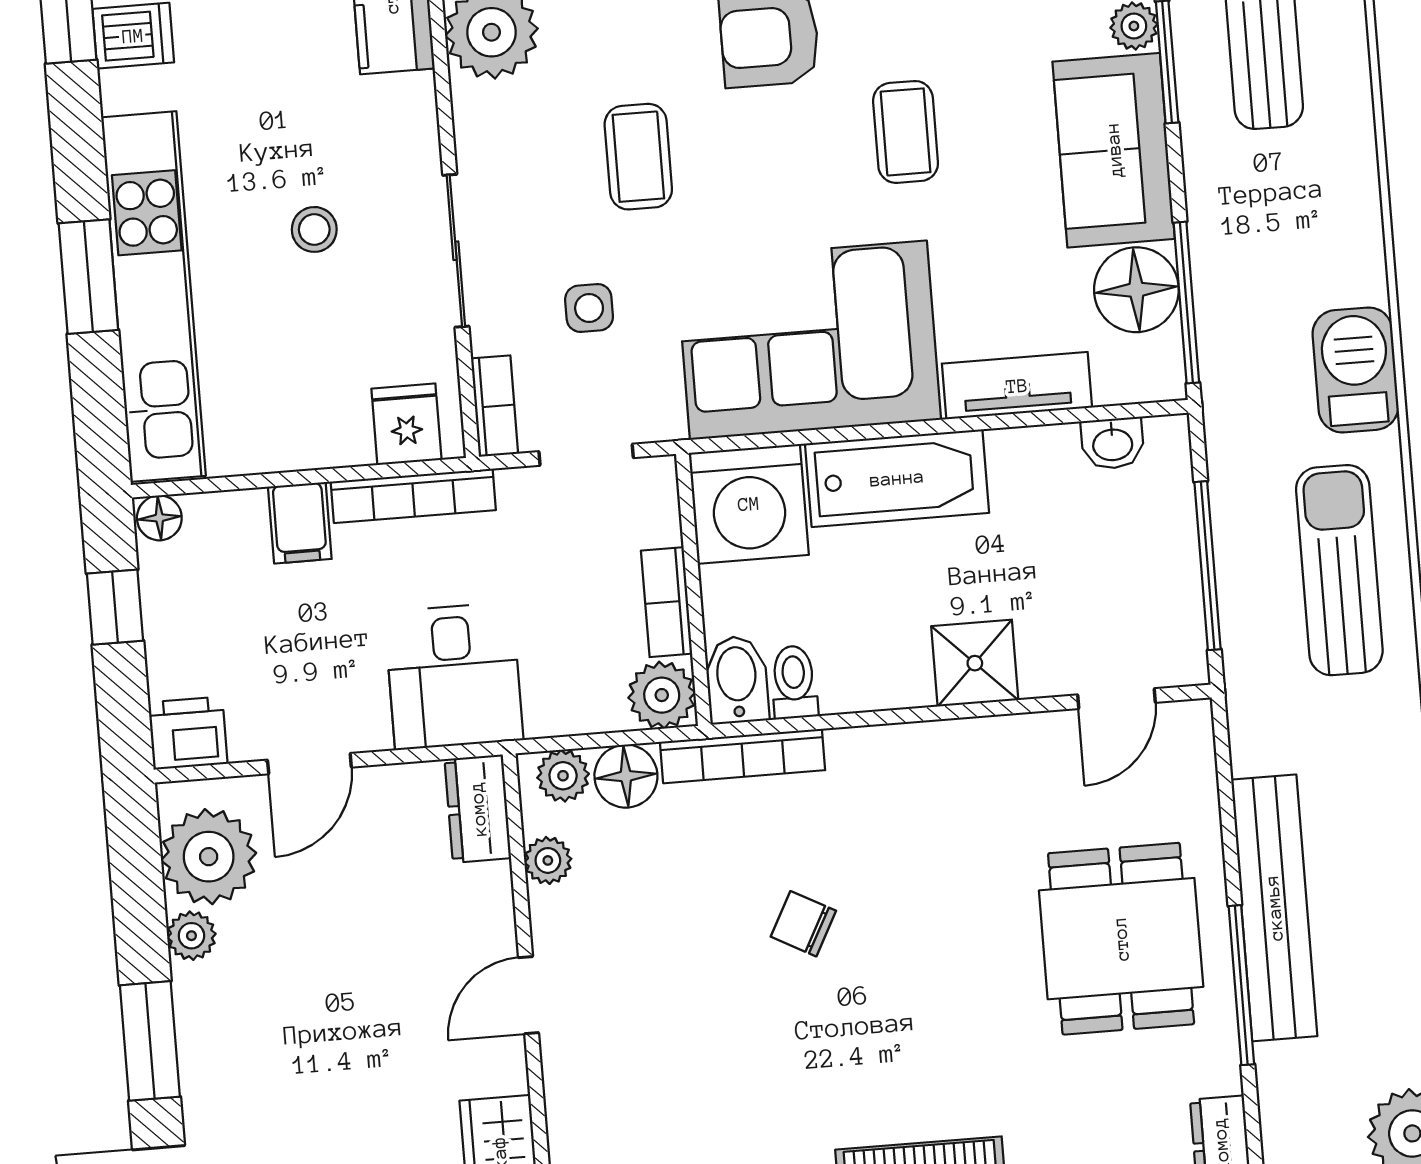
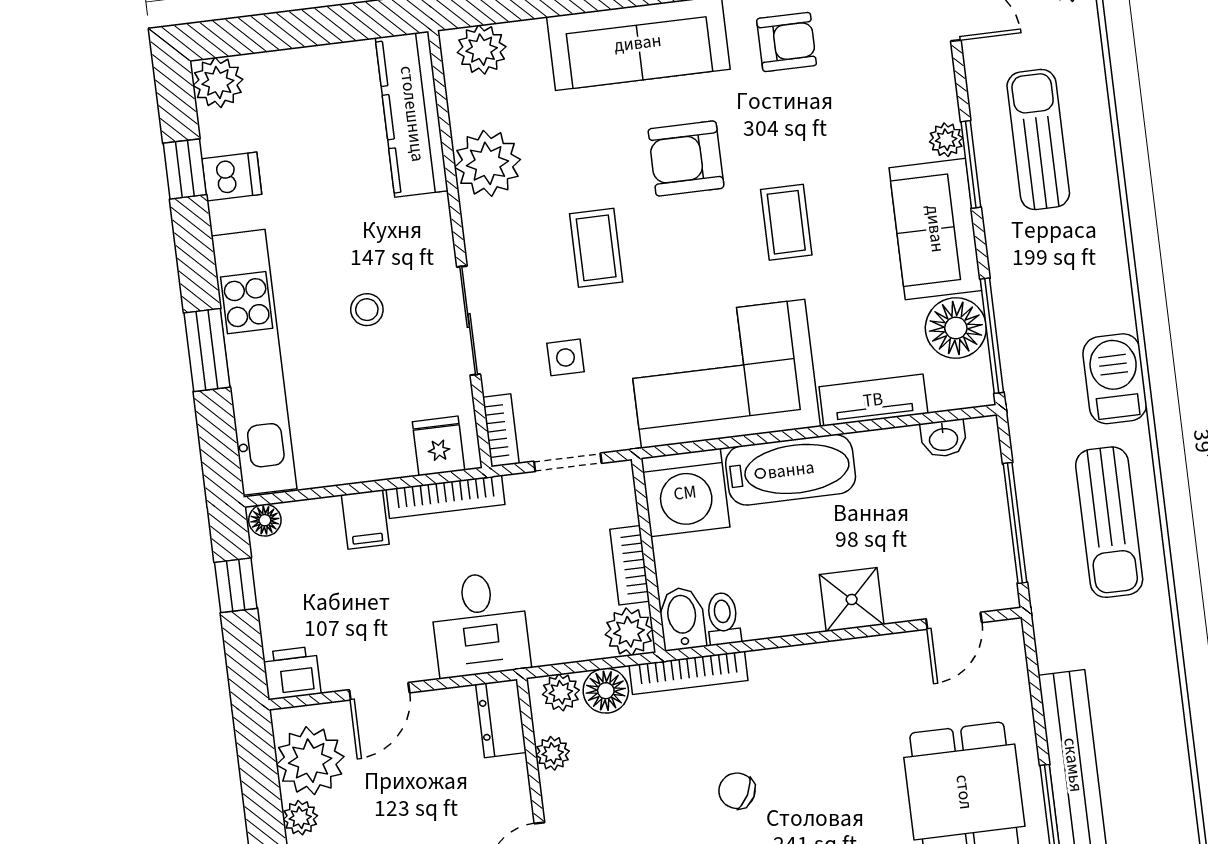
sun lounger: (1339, 570) -> (1109, 522), turned 180

